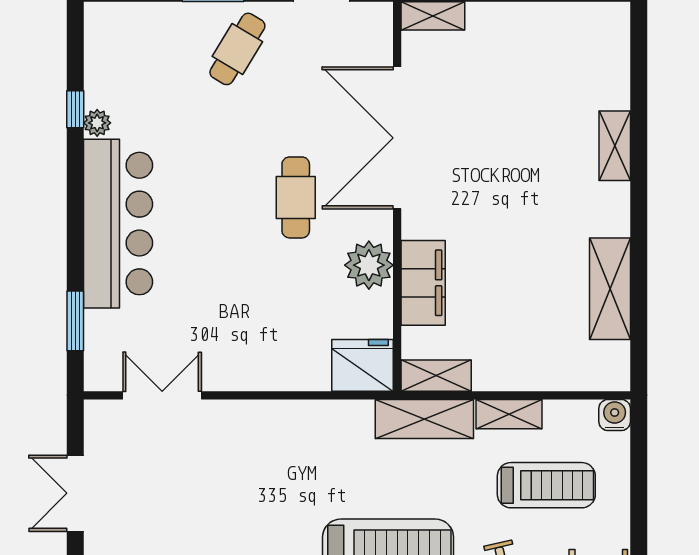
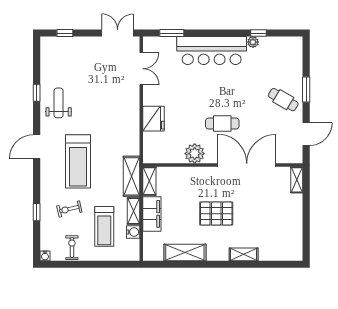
pallet: (515, 212) -> (216, 214), added
filing cabinet: (423, 283) -> (152, 214), moved, turned -90
fridge: (362, 365) -> (153, 119), moved
water cooler: (615, 415) -> (133, 232), moved
double door: (75, 493) -> (118, 33), moved

